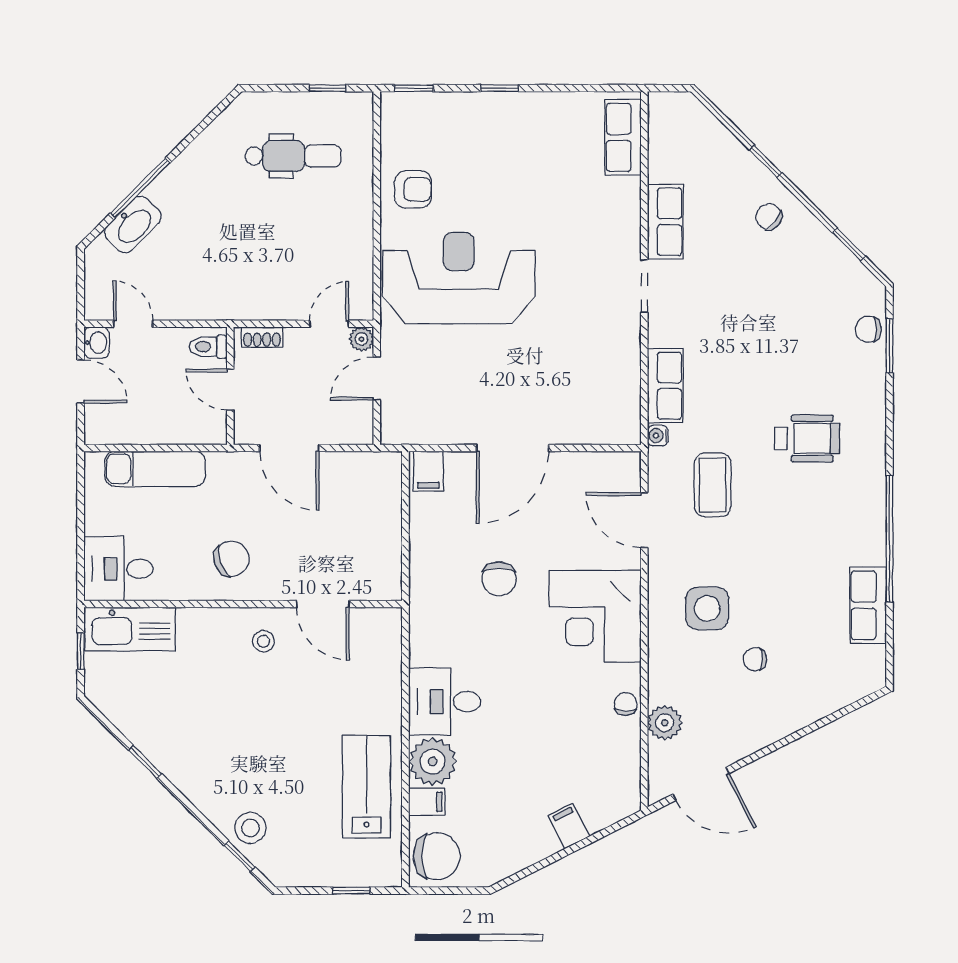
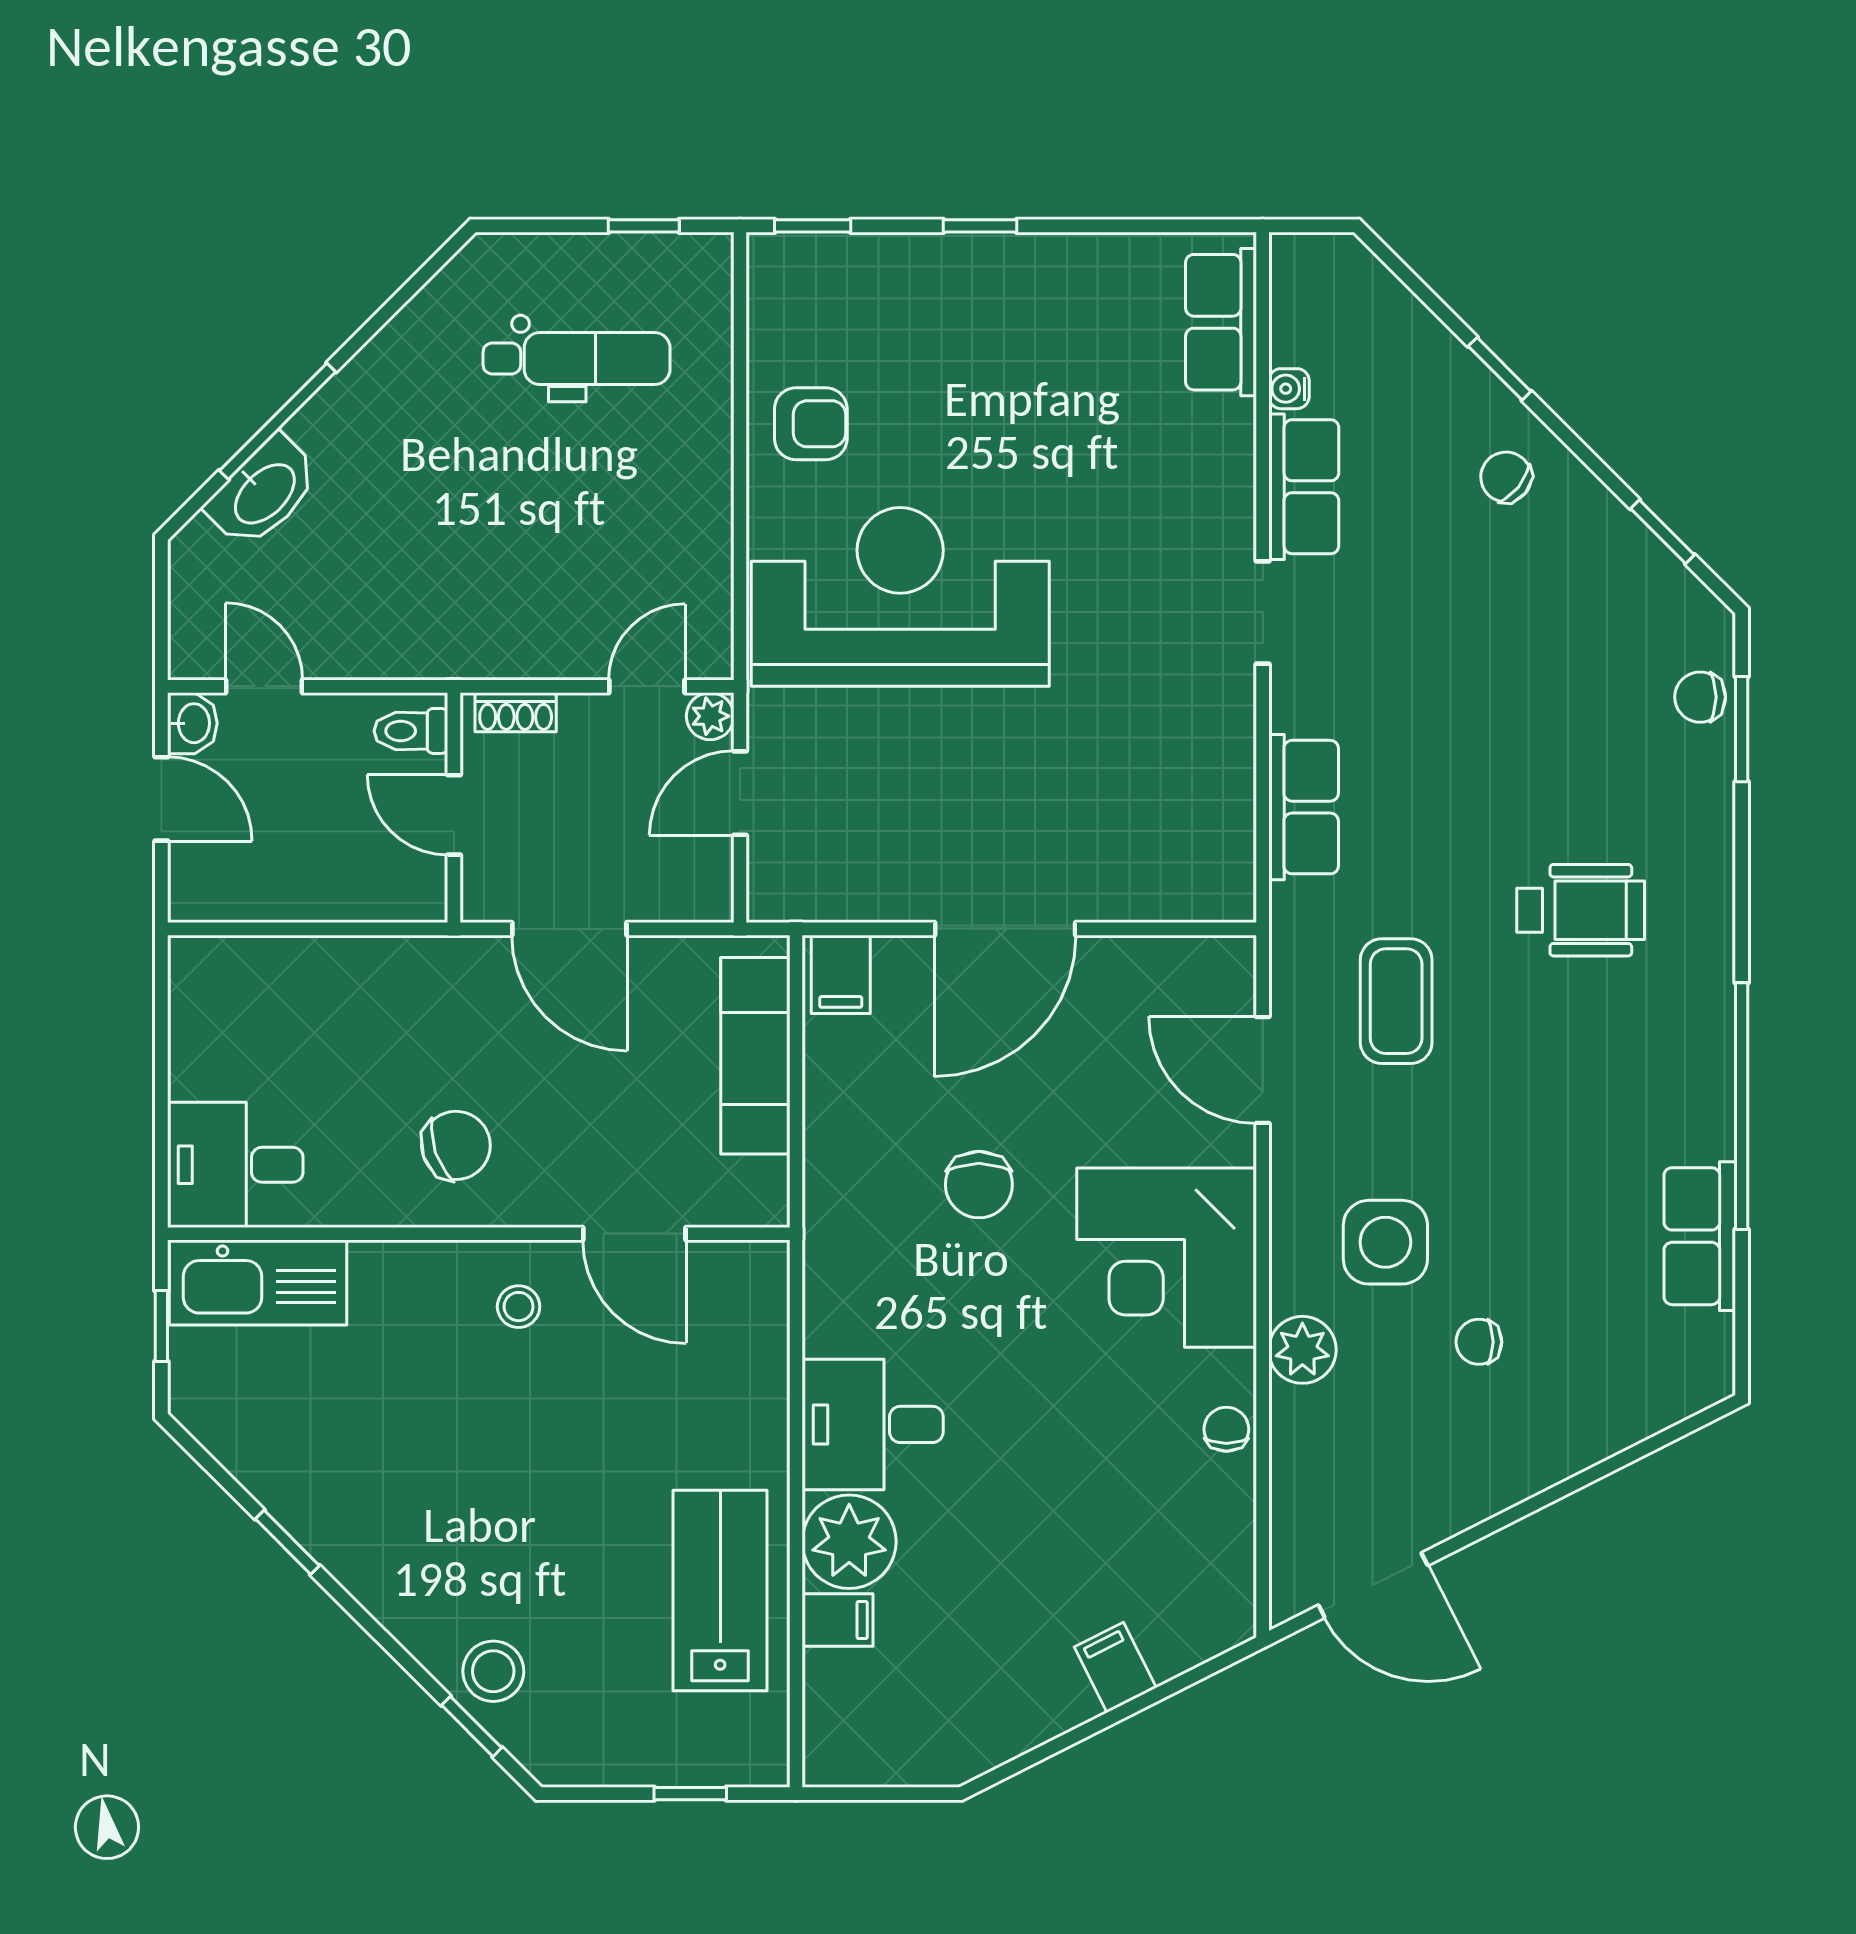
water cooler: (658, 436) -> (1289, 389), moved
exam couch: (155, 469) -> (755, 1056), moved, turned 90
plant: (665, 723) -> (1302, 1350), moved
chair: (437, 856) -> (857, 1726), removed

